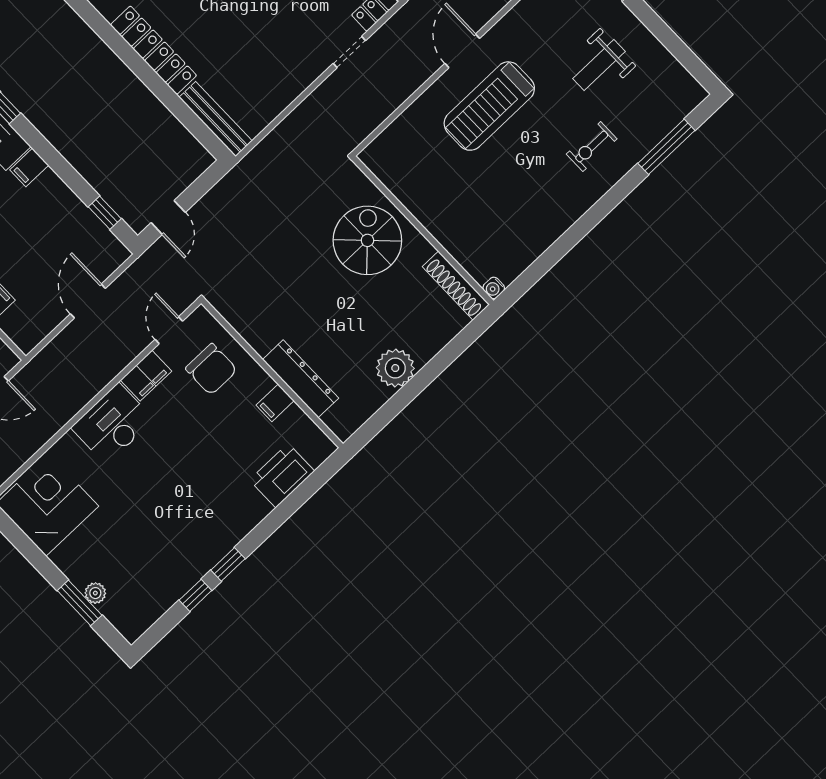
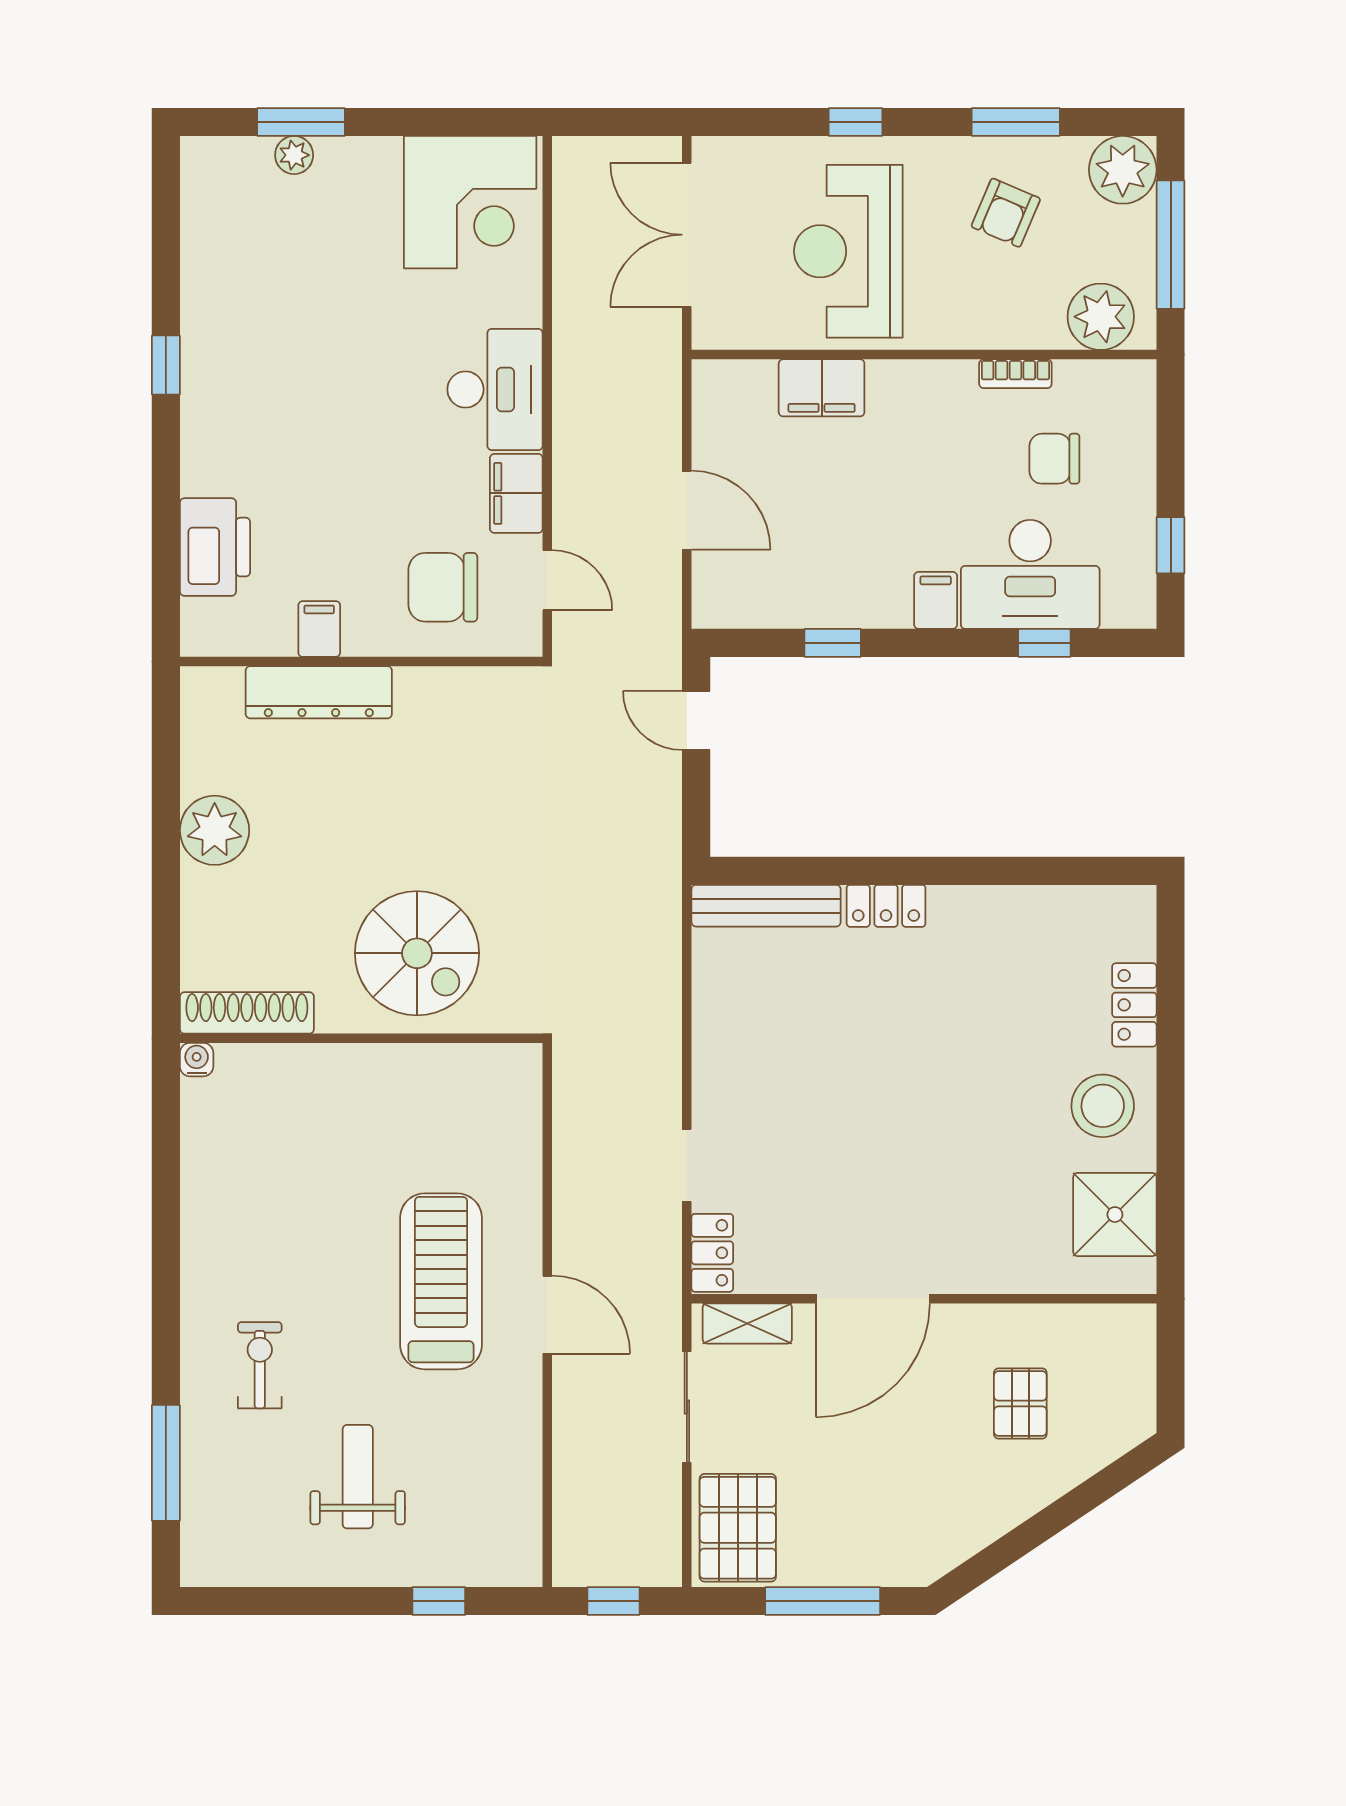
locker: (153, 50) -> (886, 906), width x0.46, depth x0.83
window: (105, 213) -> (833, 643), moved
window: (195, 595) -> (166, 284), removed

